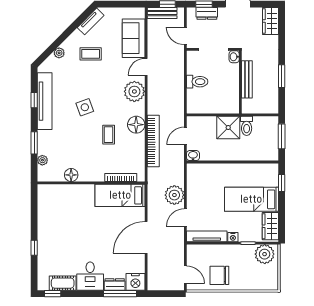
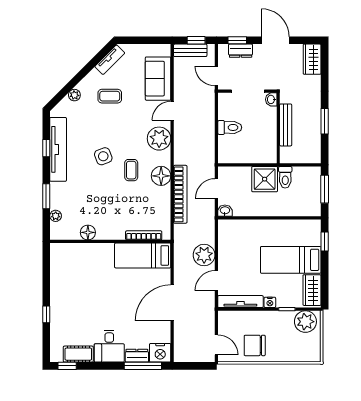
coffee table: (109, 135) -> (131, 170), moved

